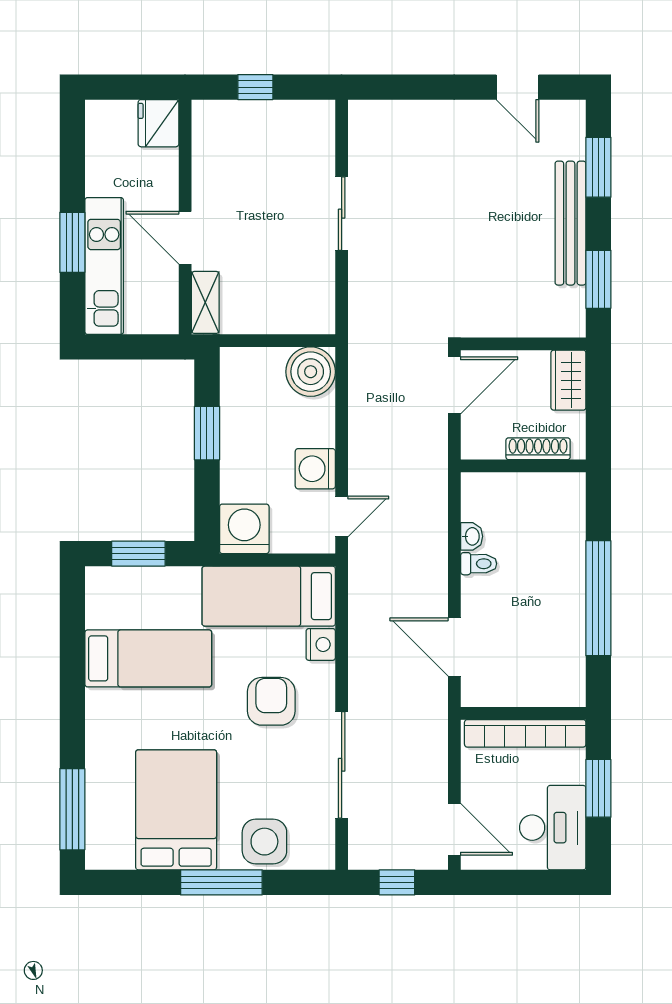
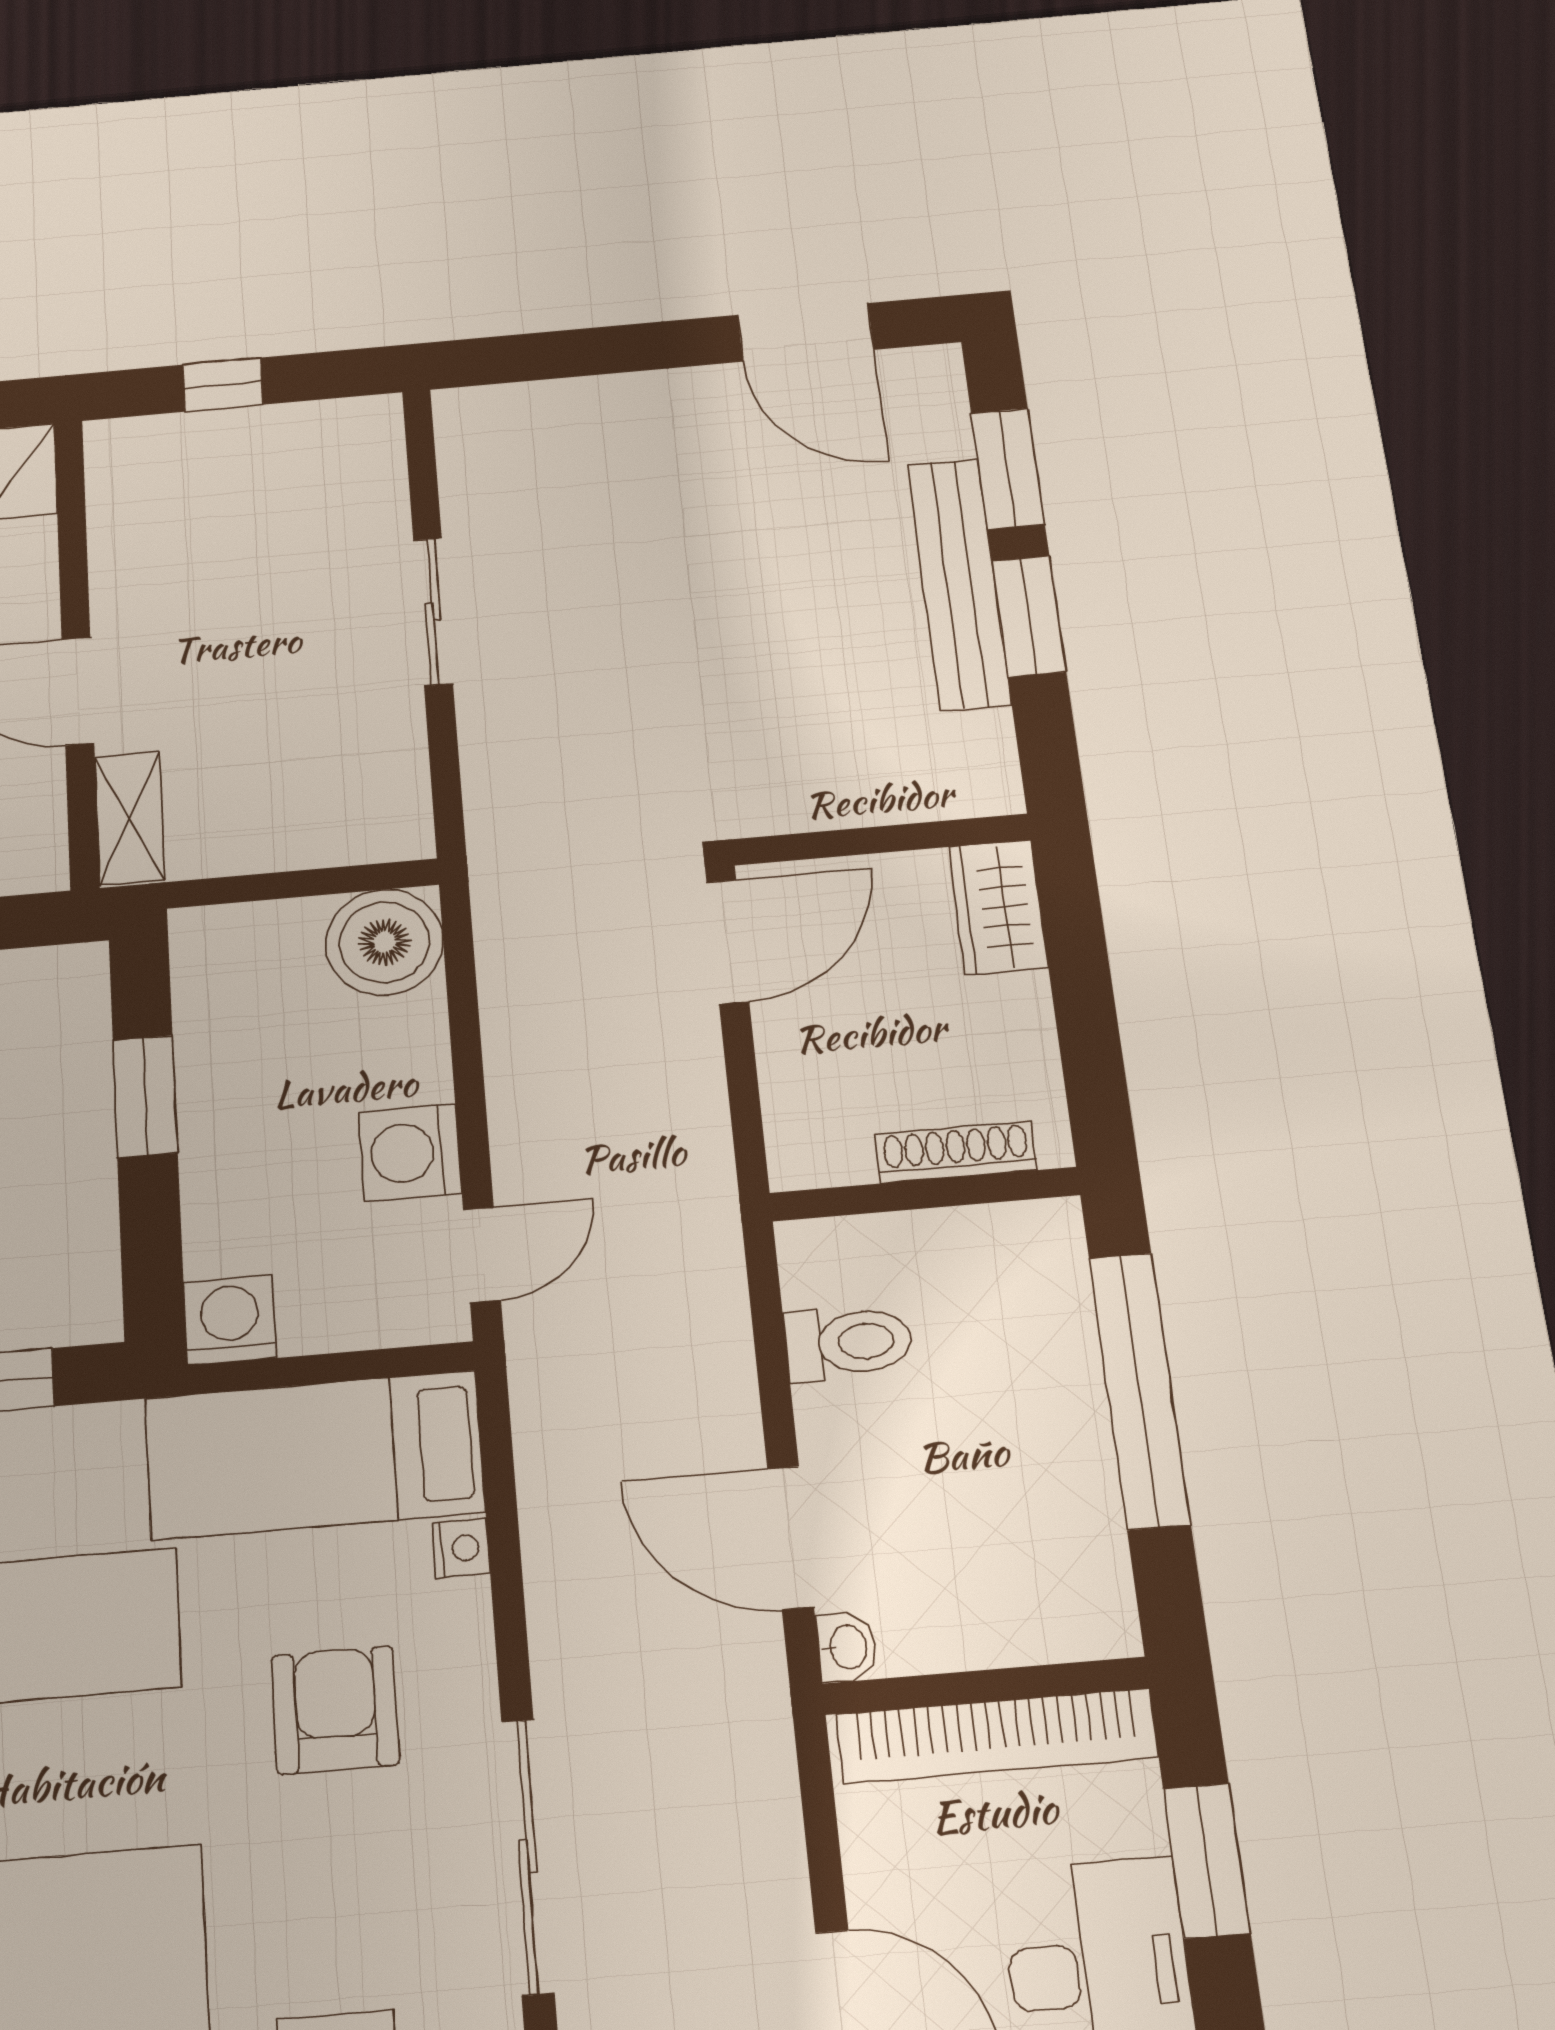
door: (517, 87) -> (806, 332), width x1.38
window: (598, 279) -> (1029, 616), moved
shoe rack: (538, 449) -> (956, 1152), moved
wall: (523, 466) -> (925, 1194), moved
washing machine: (244, 529) -> (230, 1320), width x0.73, depth x0.73
washbasin: (472, 536) -> (847, 1647), moved
toilet: (479, 564) -> (848, 1342), width x1.37, depth x1.39
nightstand: (321, 644) -> (461, 1548), width x0.72, depth x0.74

